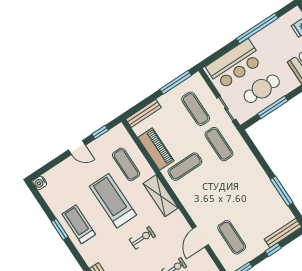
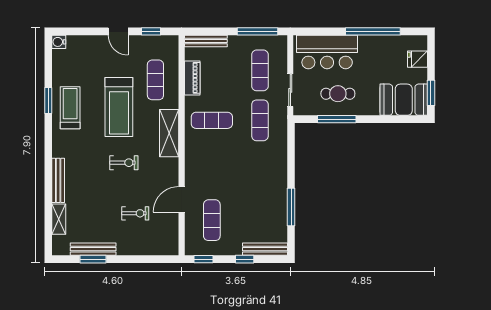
cafe table: (262, 89) -> (338, 94), width x0.73, depth x0.74
piano: (156, 149) -> (192, 78), width x0.73, depth x0.75
treadmill: (113, 201) -> (119, 107), turned 180

